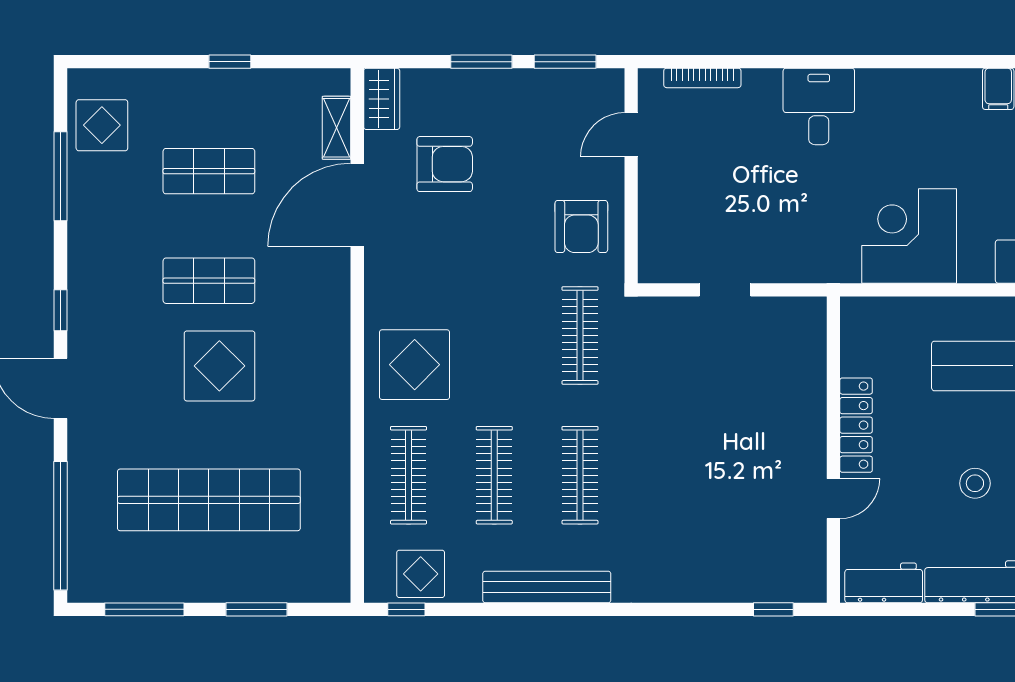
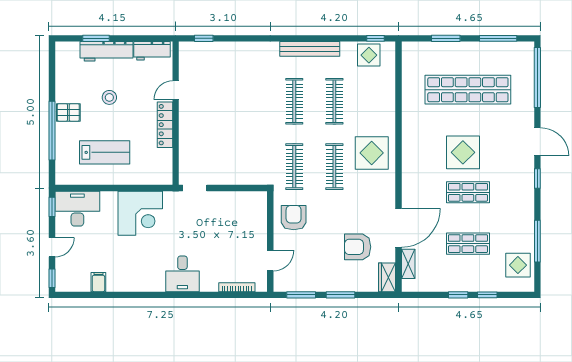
window: (168, 62) -> (487, 295), added
doorway: (725, 290) -> (195, 188), moved
clothes rail: (408, 475) -> (334, 167), moved

